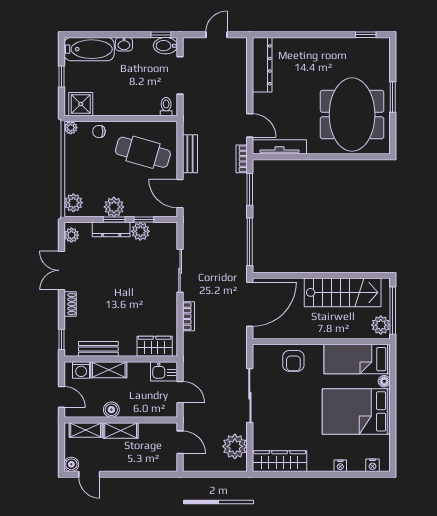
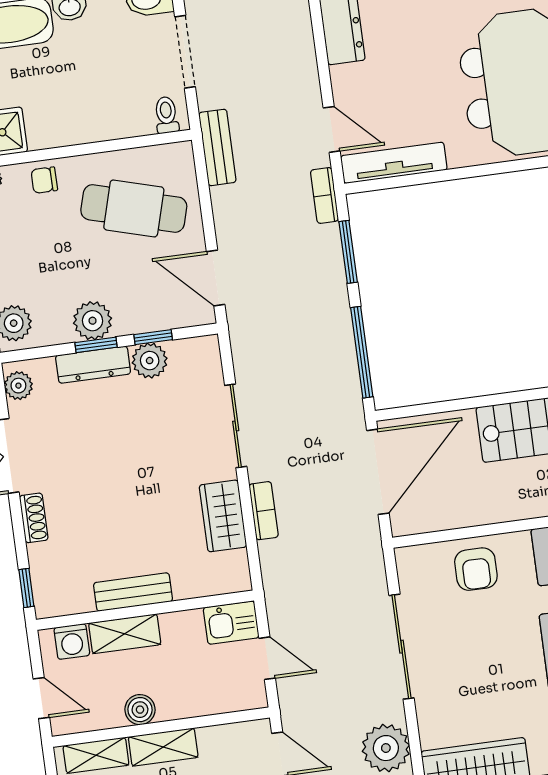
bench: (190, 154) -> (217, 147), moved
wardrobe: (155, 346) -> (223, 516), moved, turned -90
bench: (98, 349) -> (133, 592), moved

